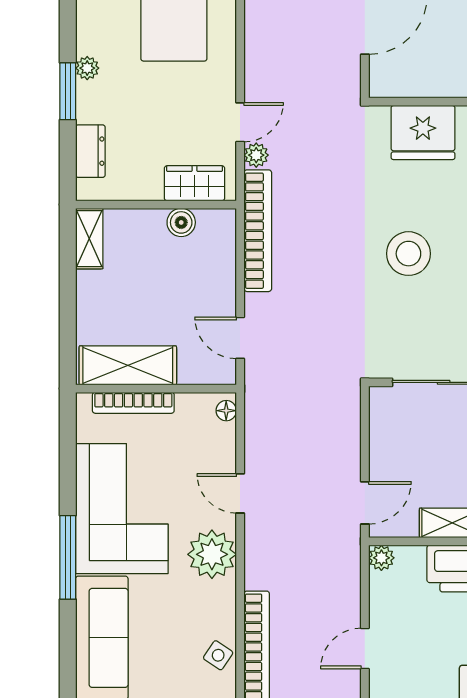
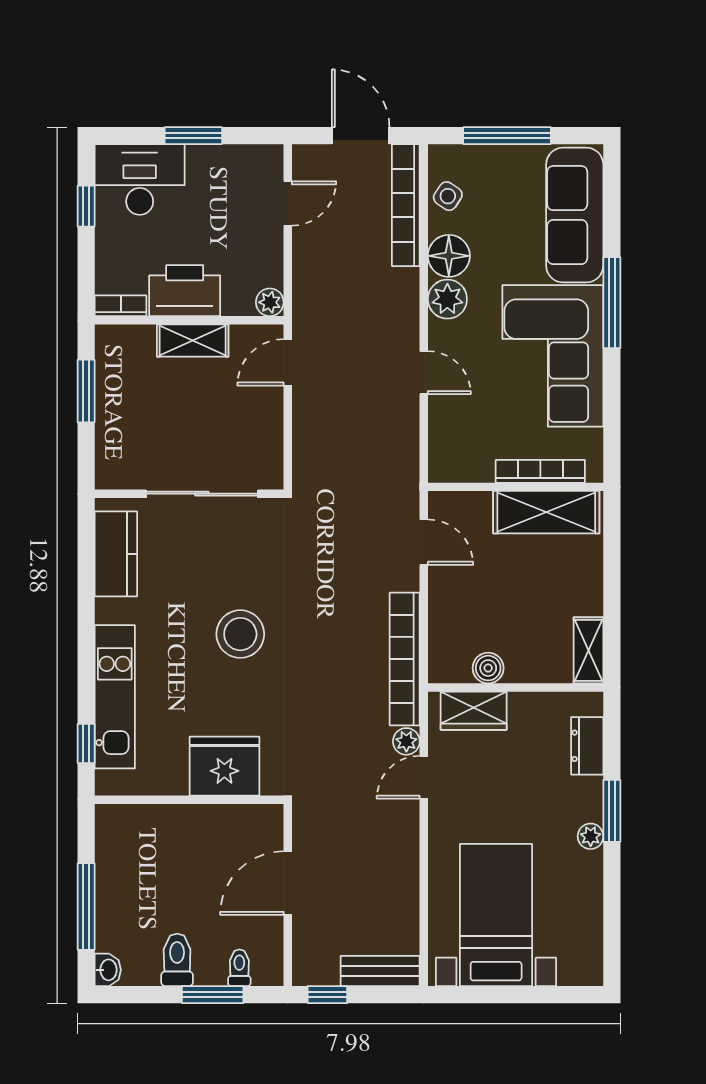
floor lamp: (226, 411) -> (449, 256), moved, width x1.89, depth x1.89
plant: (212, 554) -> (447, 299), width x0.73, depth x0.73

